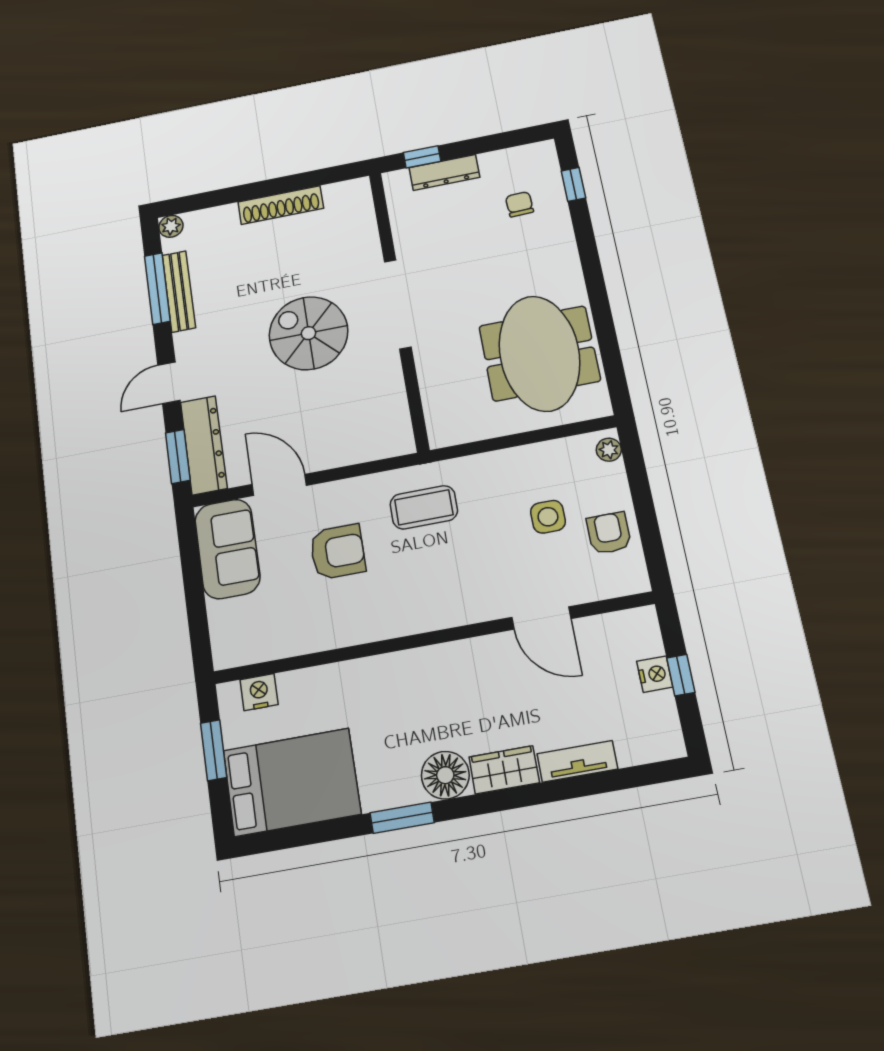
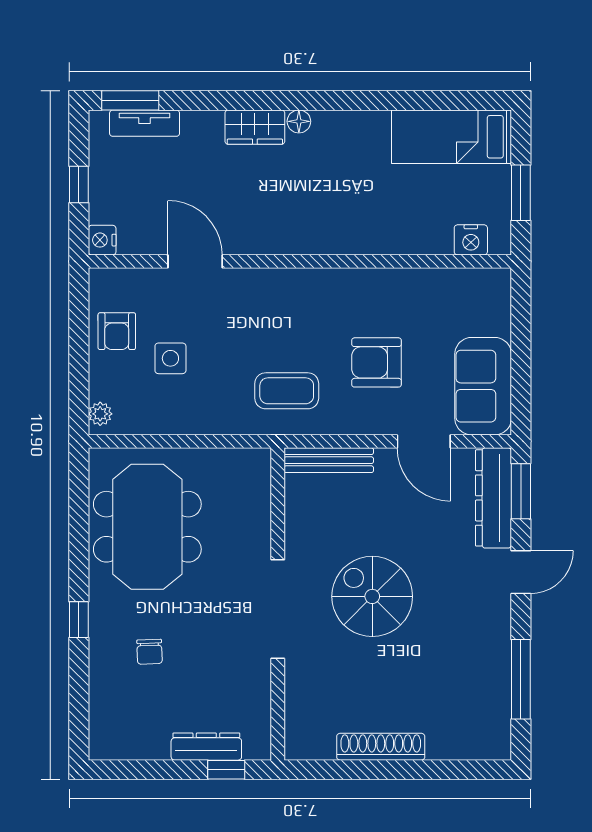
window: (573, 184) -> (79, 620), moved
chair: (519, 204) -> (150, 652), moved
plant: (171, 226) -> (499, 747), removed
bench: (179, 291) -> (329, 460), moved, turned 90
spiral stairs: (308, 333) -> (372, 596), turned 180
nightstand: (655, 674) -> (102, 240), moved
tv unit: (577, 761) -> (145, 123), moved
floor lamp: (445, 775) -> (299, 121), width x0.53, depth x0.53
bed: (292, 782) -> (452, 137), width x0.67
window: (402, 818) -> (130, 100), moved

